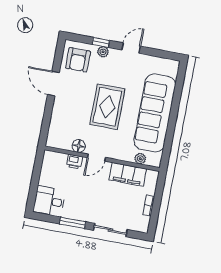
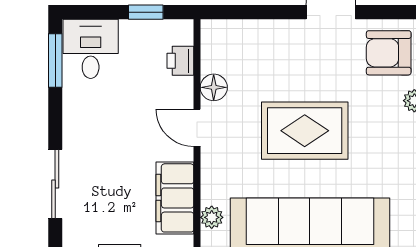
printer: (75, 162) -> (180, 61), moved
window: (37, 172) -> (146, 12), added
window: (73, 223) -> (55, 61), moved

